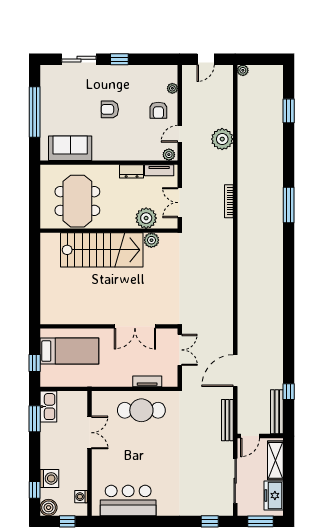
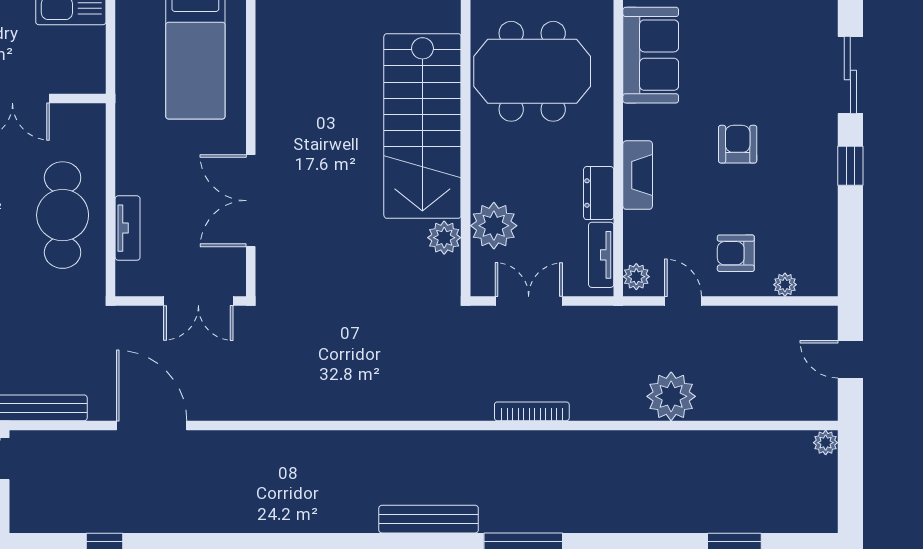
fireplace: (124, 154) -> (638, 175), added
bench: (277, 412) -> (429, 519), moved

